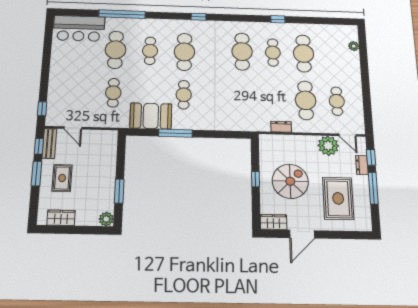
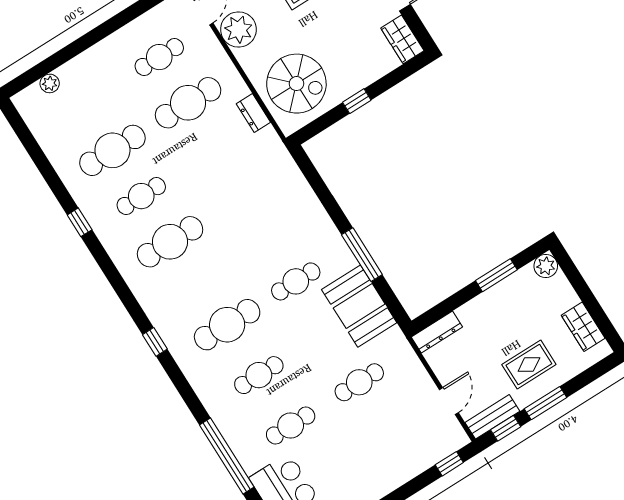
cafe table: (116, 50) -> (291, 426), width x0.73, depth x0.74
dresser: (111, 144) -> (437, 332), added
spiral stairs: (290, 181) -> (296, 84), moved, turned 180

